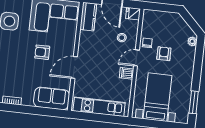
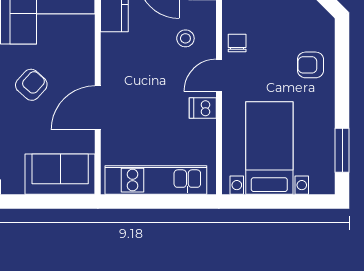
plant: (192, 41) -> (326, 30), removed
armchair: (42, 52) -> (31, 85), turned 132
armchair: (164, 54) -> (311, 65), moved, turned -90

